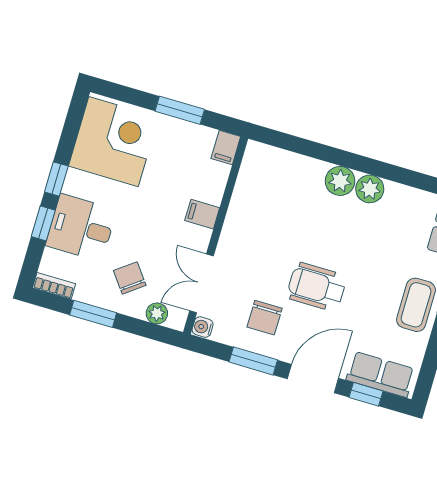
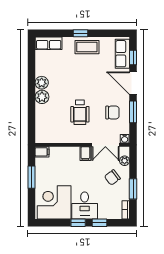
filing cabinet: (202, 214) -> (85, 154), moved
desk: (81, 228) -> (85, 206), moved
wheelchair: (317, 287) -> (80, 112), moved

